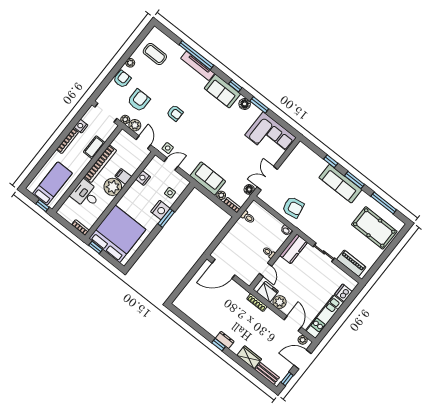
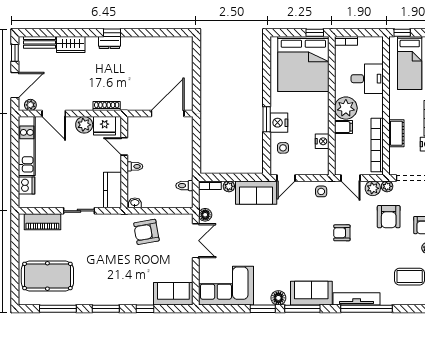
window: (235, 86) -> (302, 309), width x2.17
bookcase: (100, 164) -> (377, 145), moved
door: (171, 164) -> (286, 178), moved
sofa: (340, 184) -> (173, 294), moved, width x0.73

